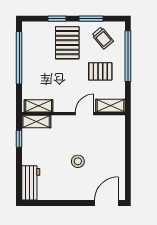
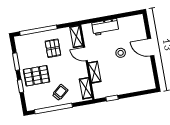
trolley: (103, 38) -> (60, 92), moved
shelving: (36, 121) -> (94, 72), moved
workbench: (31, 183) -> (105, 27), moved, turned 180
door: (106, 203) -> (151, 47), moved

